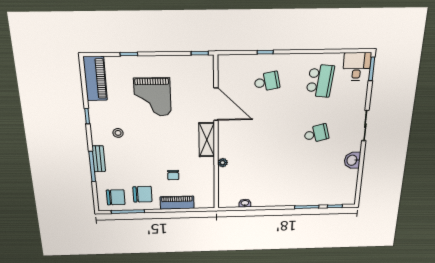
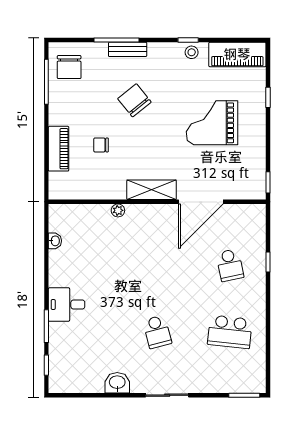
desk: (357, 67) -> (67, 304), moved, turned 180
stool: (118, 133) -> (192, 52), moved
chair: (143, 194) -> (134, 100), moved, turned 141

